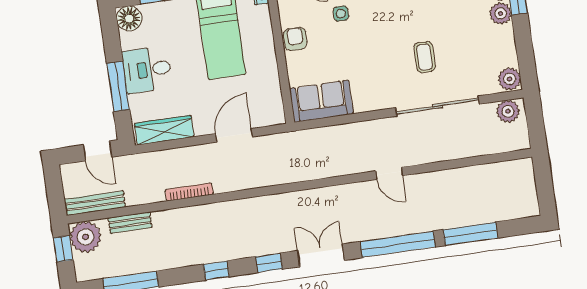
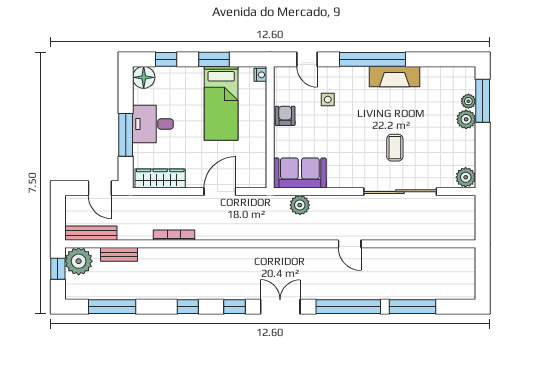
plant: (508, 111) -> (300, 205), moved

